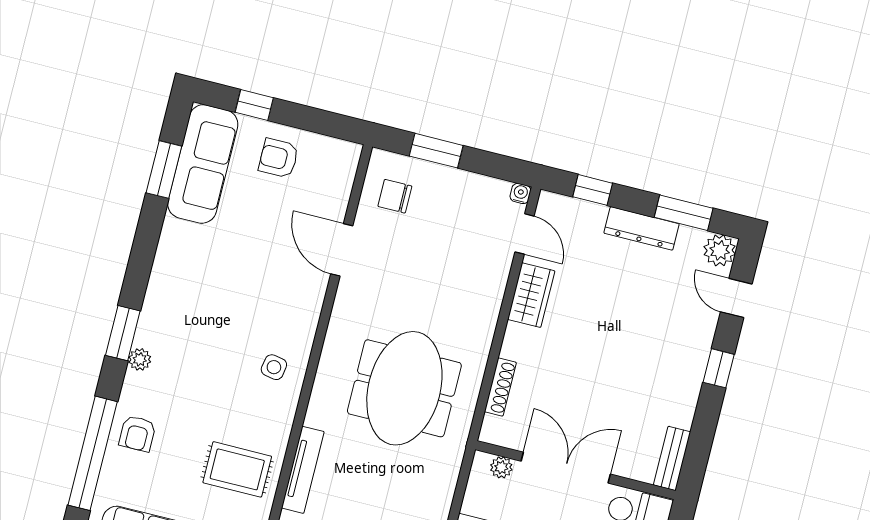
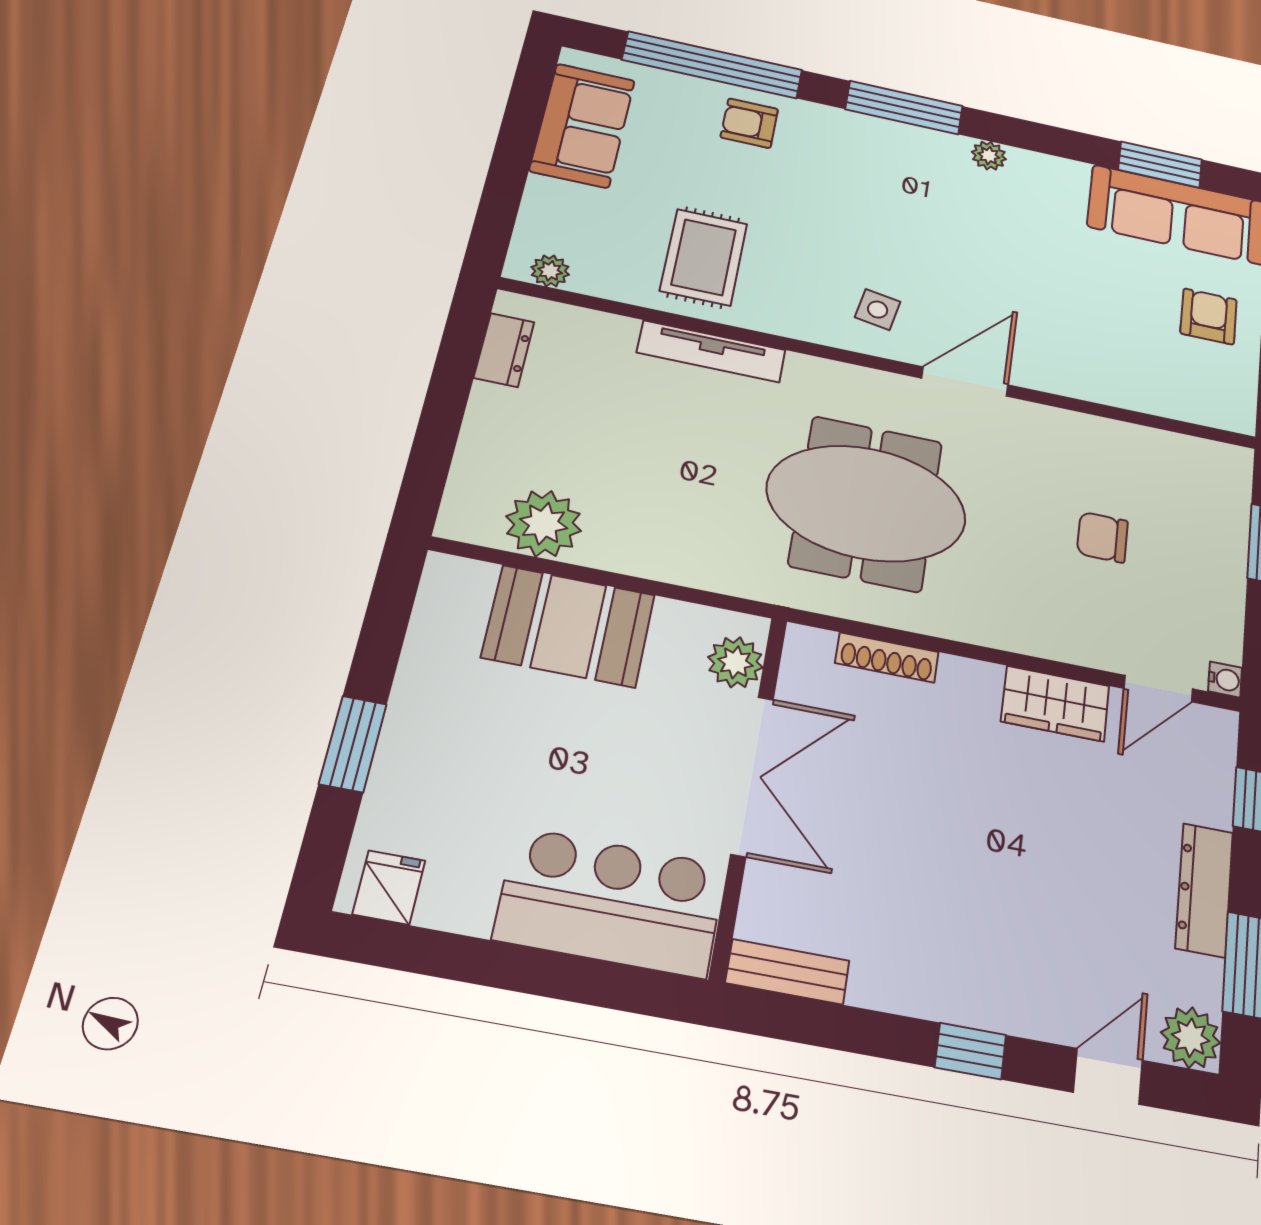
chair: (395, 196) -> (1102, 537), moved, turned -90
door: (342, 250) -> (965, 382), moved
window: (123, 333) -> (904, 108), width x1.44
plant: (140, 359) -> (989, 156), moved
plant: (501, 467) -> (735, 662), width x1.38, depth x1.38

